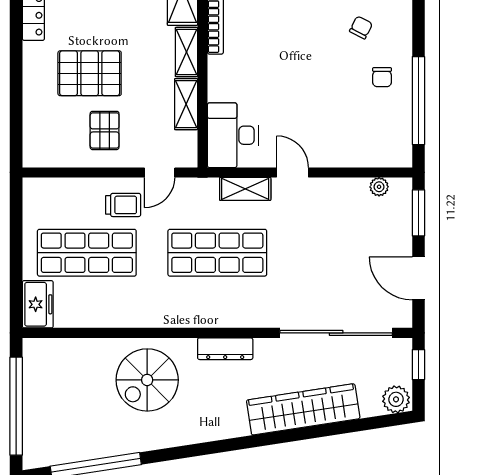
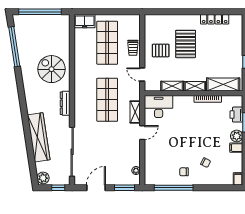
trolley: (123, 205) -> (133, 48), moved

